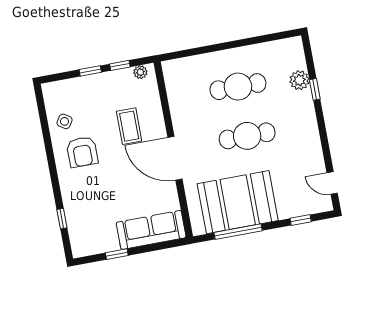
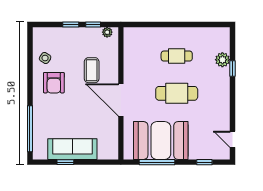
cafe table: (238, 87) -> (177, 56), width x0.73, depth x0.74
window: (62, 219) -> (30, 129), width x3.17
sofa: (151, 230) -> (72, 149), moved

